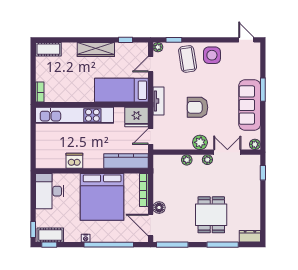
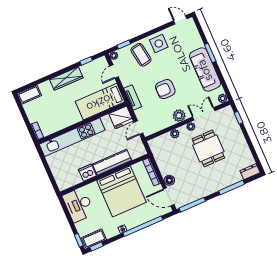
kitchen counter: (126, 161) -> (112, 162), moved
dining table: (211, 215) -> (208, 148), moved

